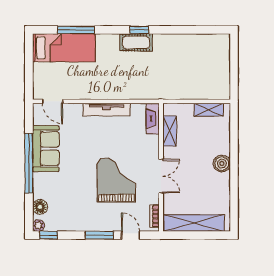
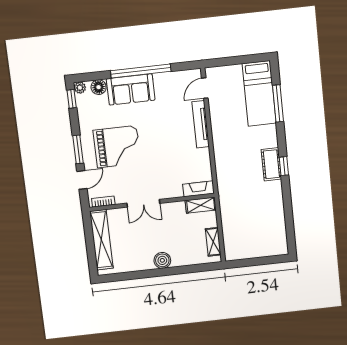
tv unit: (107, 110) -> (201, 124), moved
shelving: (170, 131) -> (201, 205), moved
sofa: (46, 149) -> (131, 89), moved
grand piano: (116, 180) -> (117, 147), moved

